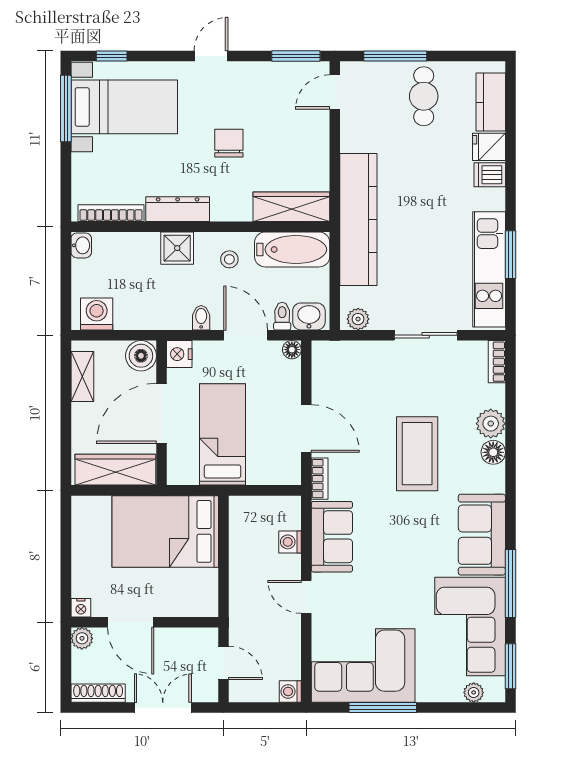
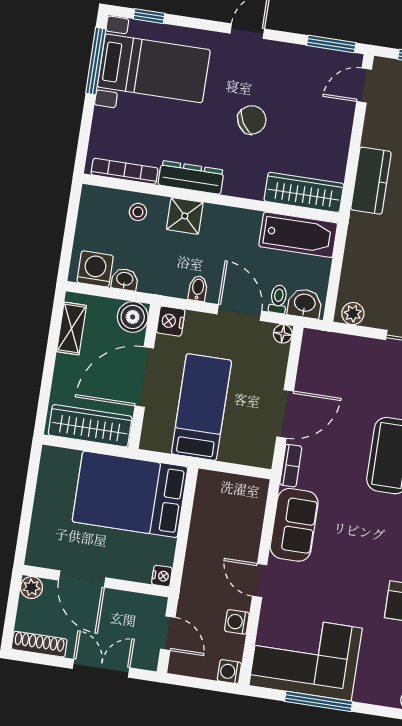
chair: (229, 143) -> (252, 120), turned 59
kitchen counter: (358, 220) -> (371, 181), width x0.48, depth x0.86
washbasin: (81, 245) -> (125, 279), moved, turned -90
stool: (229, 259) -> (138, 212), moved
door: (306, 429) -> (285, 414), hinge flipped
washing machine: (290, 542) -> (237, 622), moved
nightstand: (81, 608) -> (162, 576), moved, turned -90

